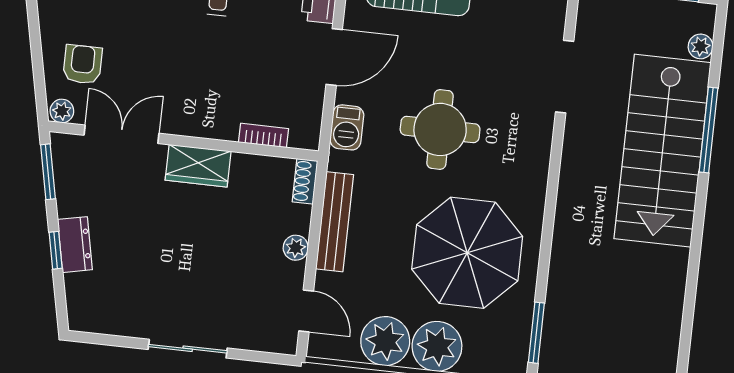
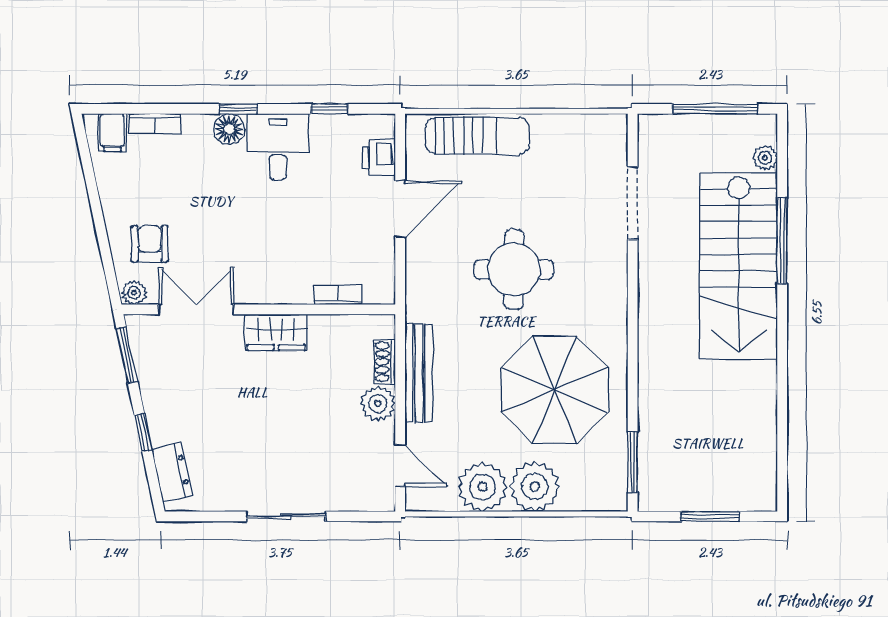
barbecue: (347, 127) -> (421, 278), removed
shoe rack: (305, 181) -> (385, 362), moved
dresser: (75, 245) -> (172, 472), moved
plant: (296, 248) -> (378, 404), width x1.38, depth x1.38

